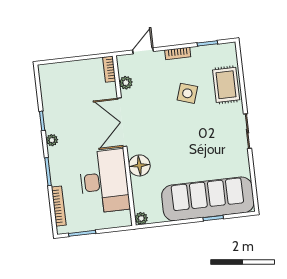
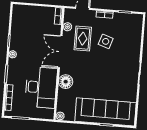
rug: (226, 85) -> (83, 39), moved

